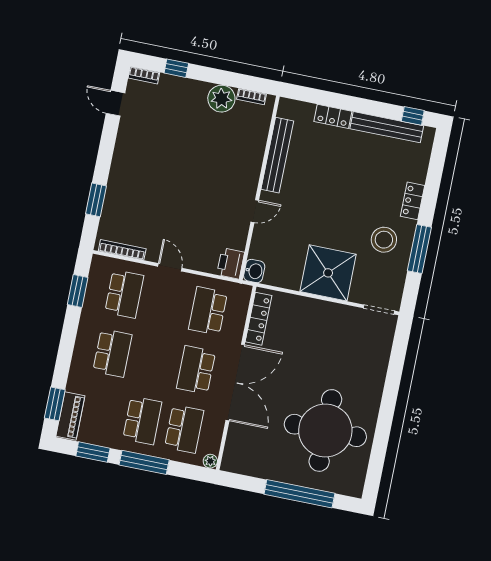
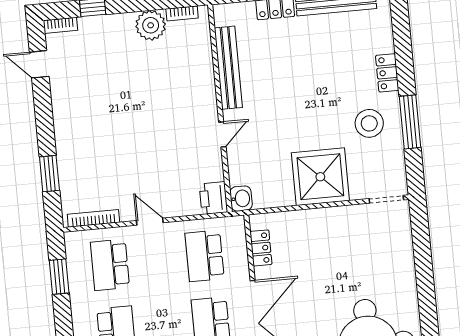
school desk: (124, 294) -> (110, 265), turned 180
locker: (258, 319) -> (261, 248), width x0.66

